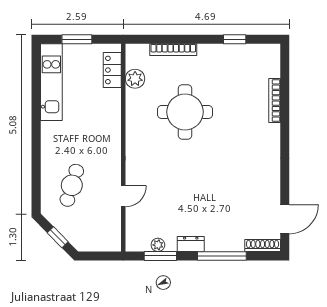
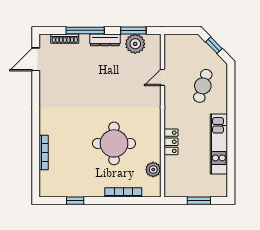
locker: (112, 70) -> (171, 142), moved
kitchen unit: (51, 82) -> (219, 144), moved
dresser: (191, 244) -> (105, 40), width x1.44
plant: (158, 245) -> (135, 44), width x1.88, depth x1.88
shoe rack: (263, 246) -> (65, 39), moved

